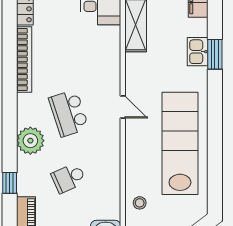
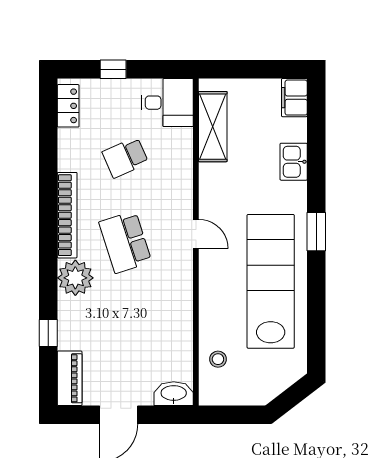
window: (215, 54) -> (316, 232), moved
bookcase: (24, 59) -> (67, 215), moved
school desk: (69, 178) -> (125, 157), moved

